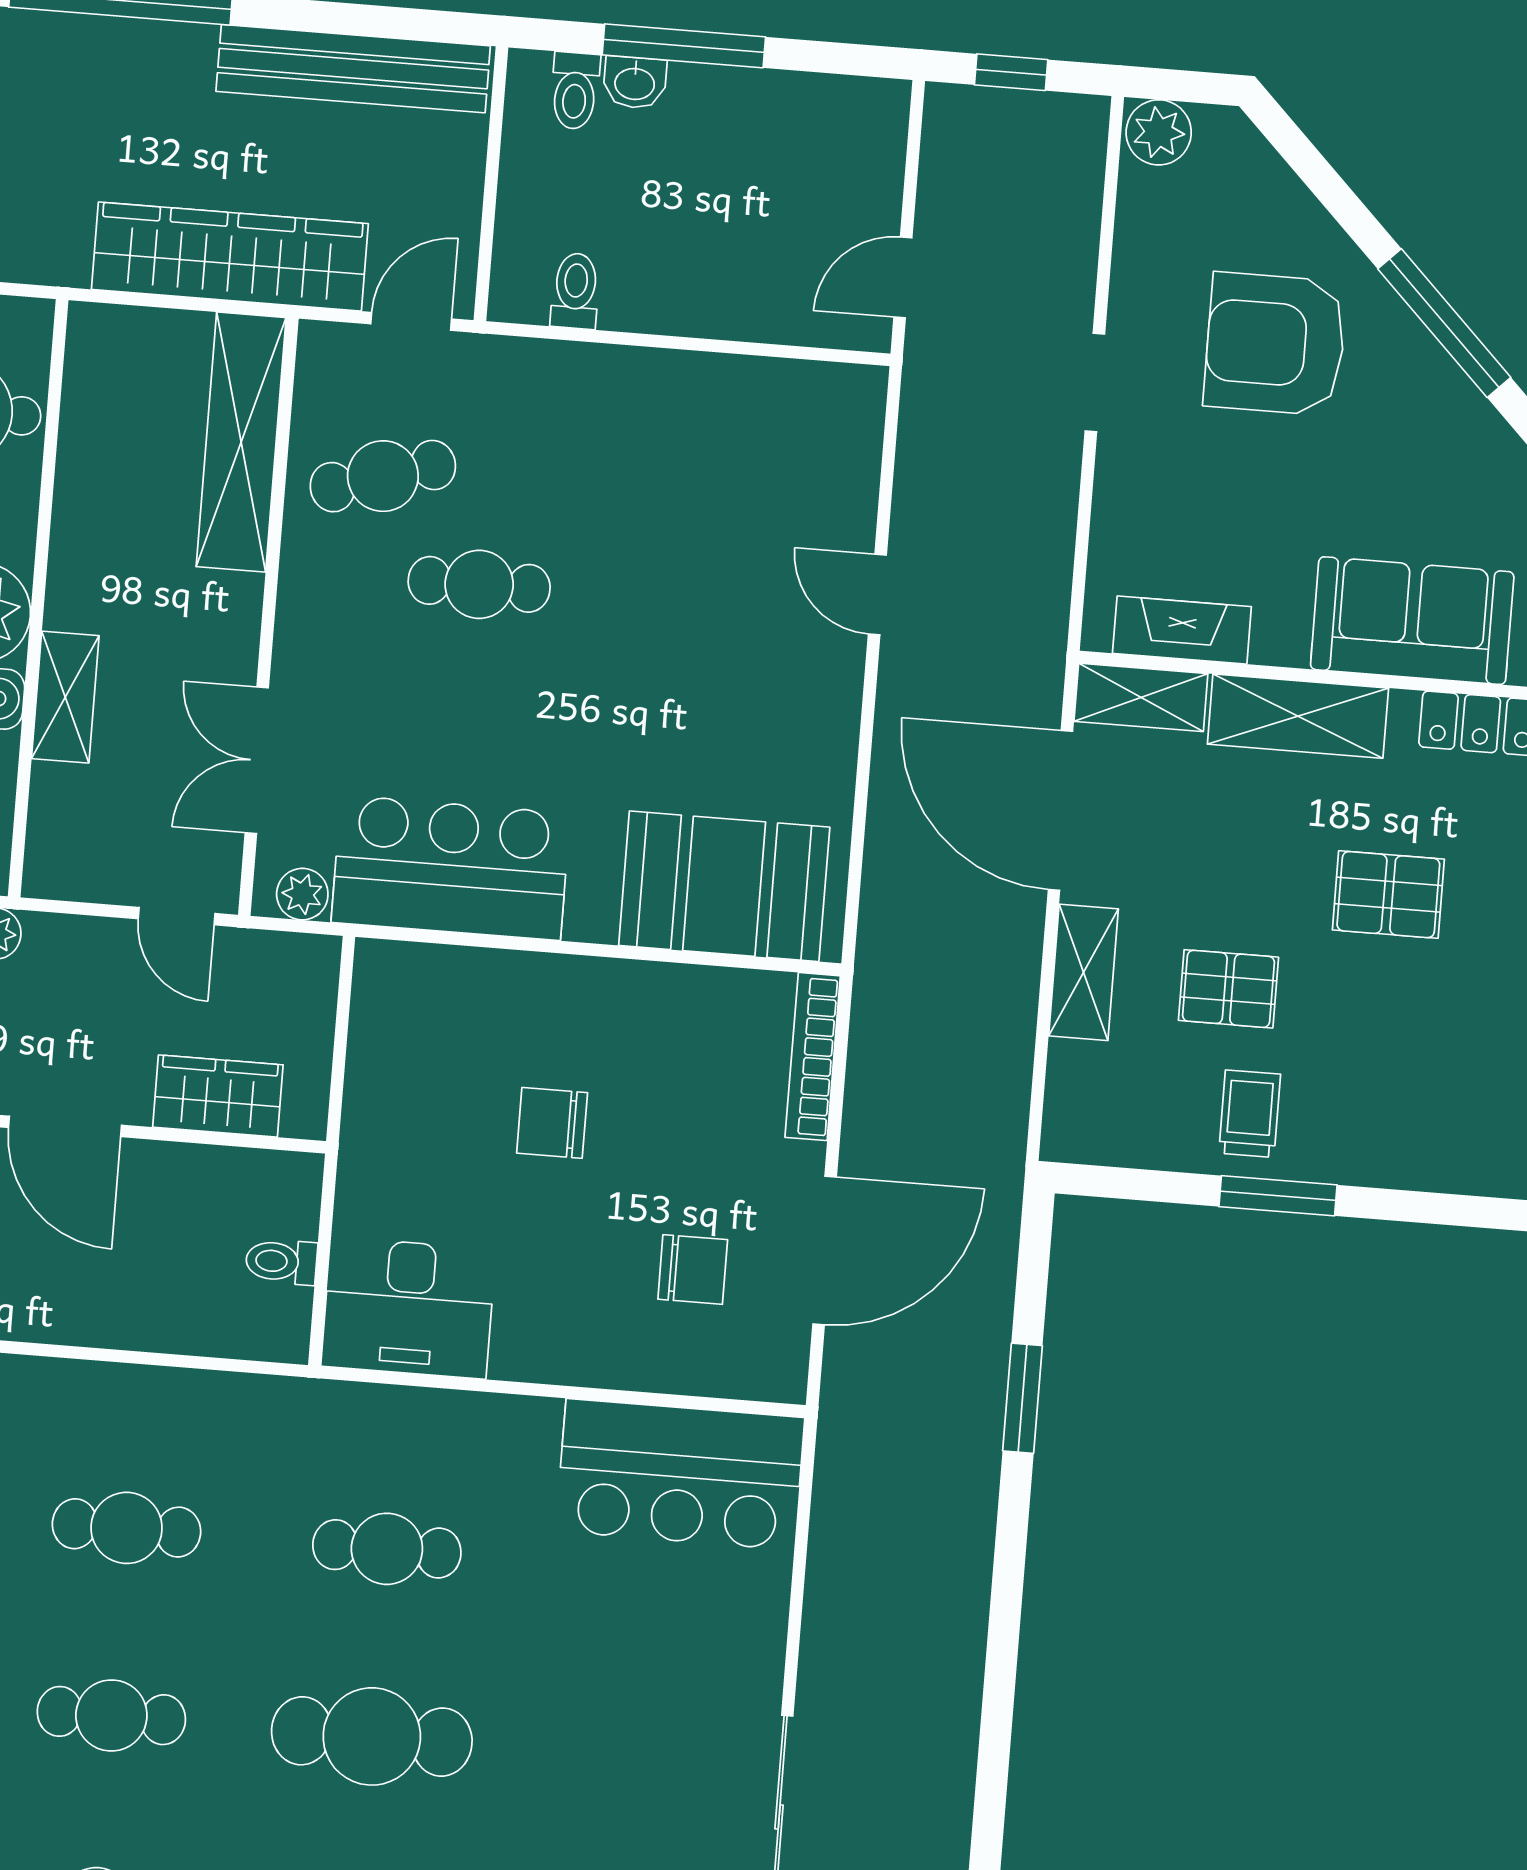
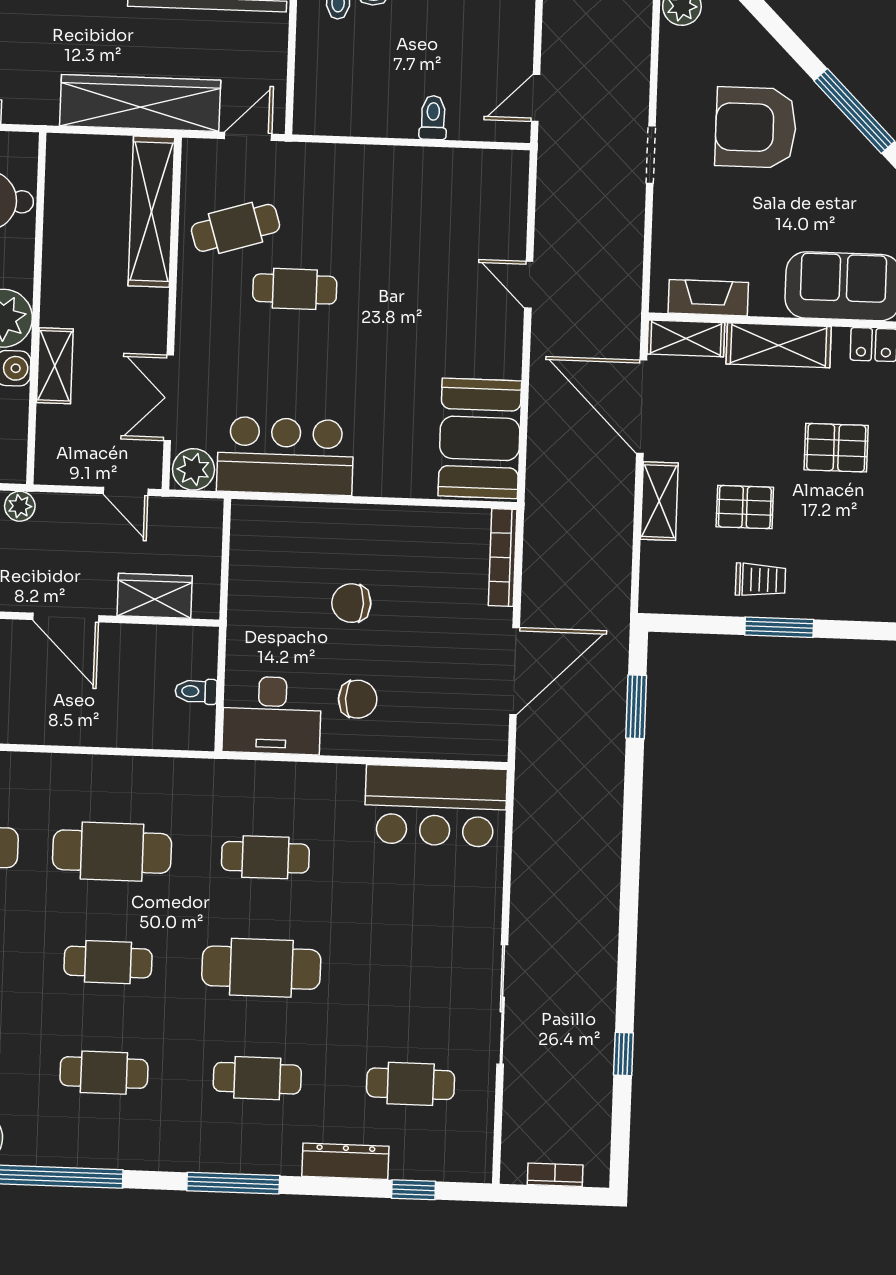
toilet: (575, 291) -> (433, 118), moved
booth: (724, 886) -> (480, 438), moved, turned 90
plant: (302, 894) -> (193, 469), width x1.38, depth x1.38
trolley: (1250, 1114) -> (760, 580), turned 90
chair: (693, 1269) -> (358, 699), moved
window: (1023, 1398) -> (636, 707), moved
cafe table: (127, 1528) -> (112, 852), width x1.37, depth x1.35

